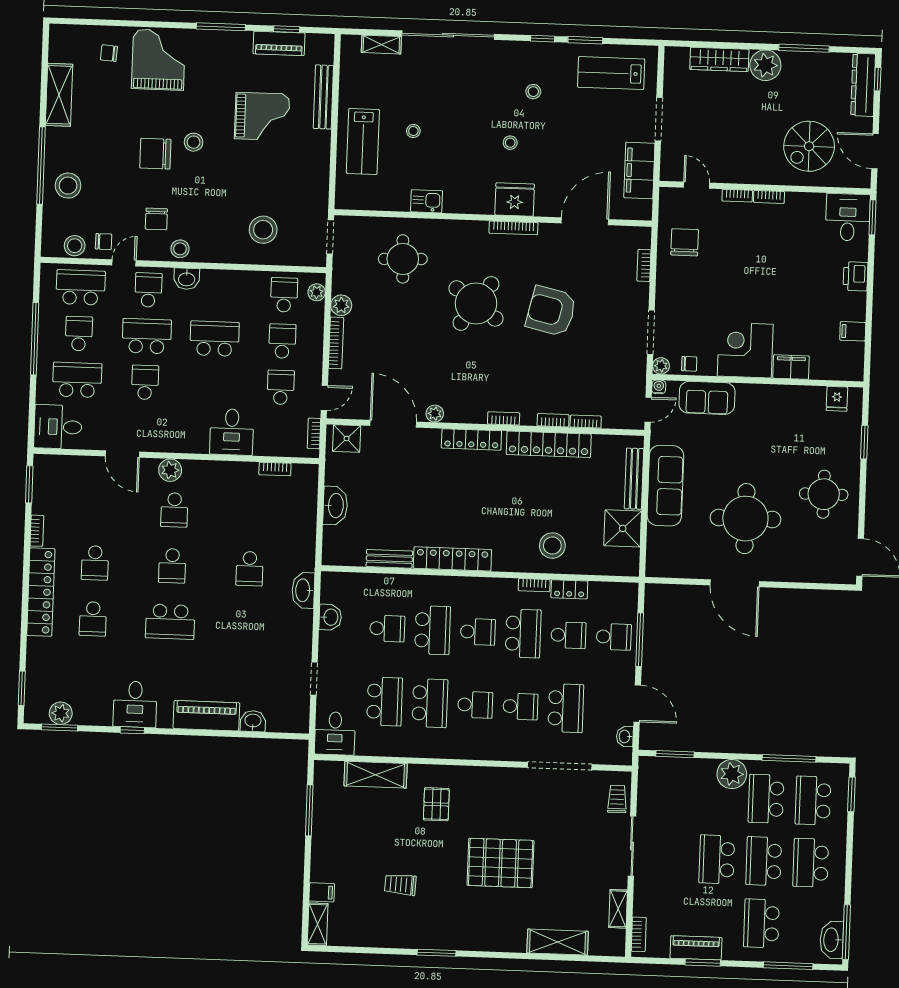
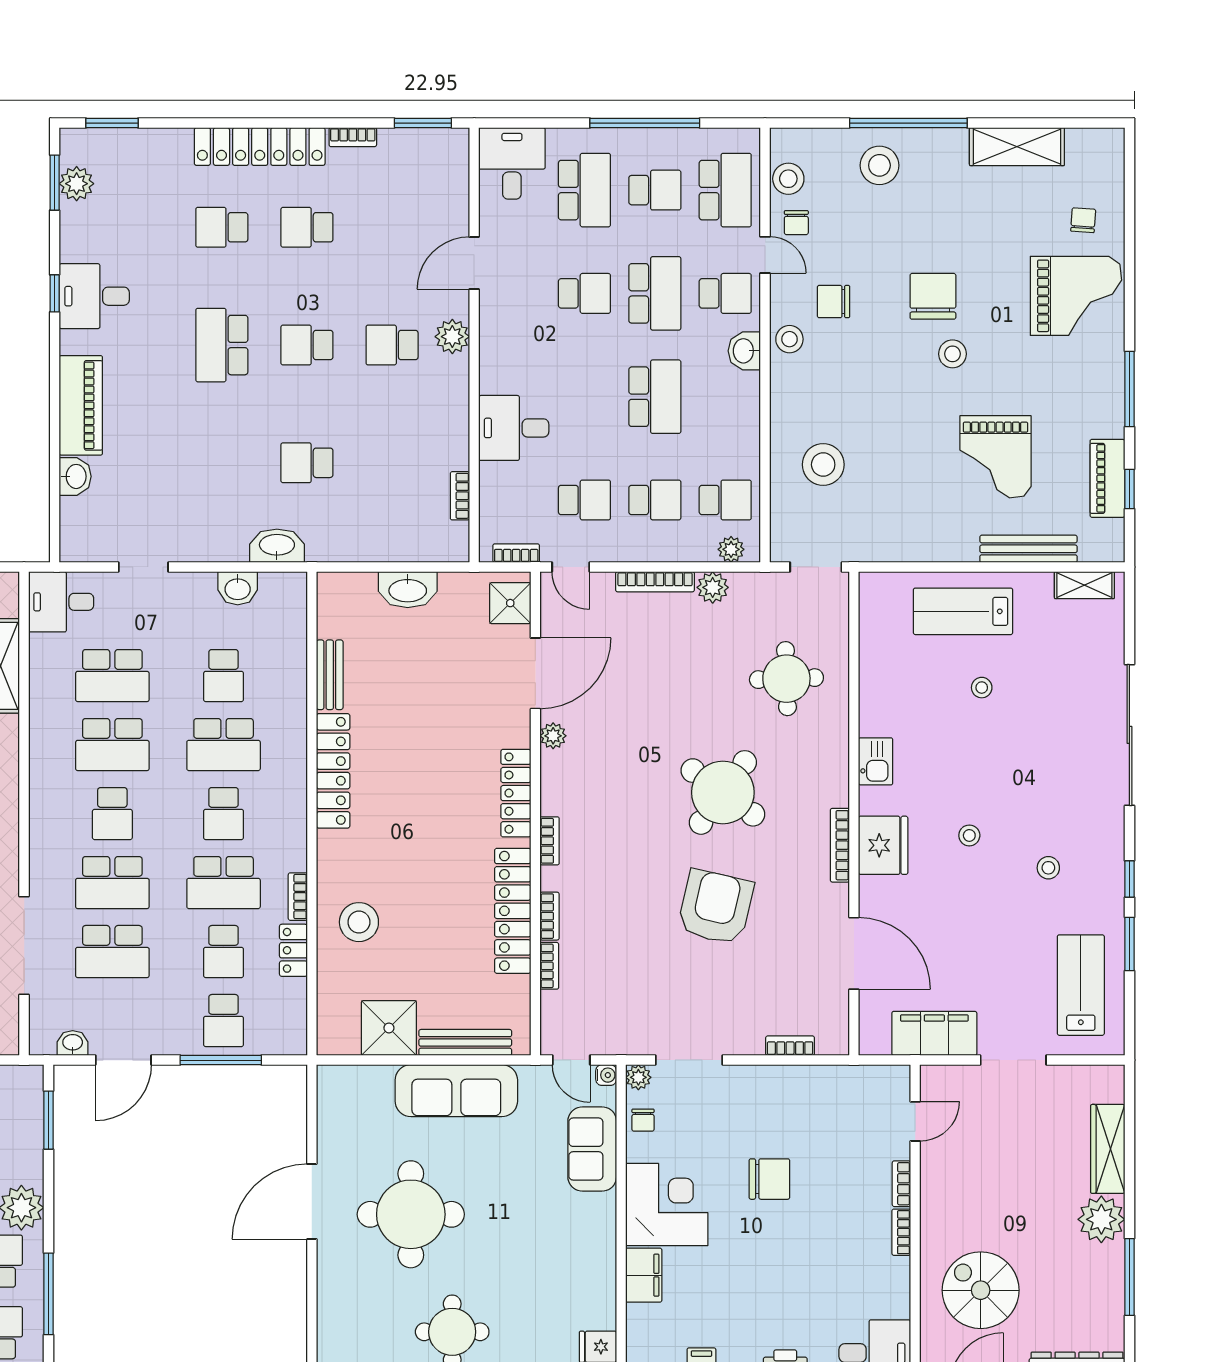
shelving: (381, 45) -> (1084, 585), moved, turned 90
kitchen sink: (427, 201) -> (876, 761), moved
chair: (685, 242) -> (769, 1179), moved
school desk: (520, 706) -> (112, 883), width x1.85

